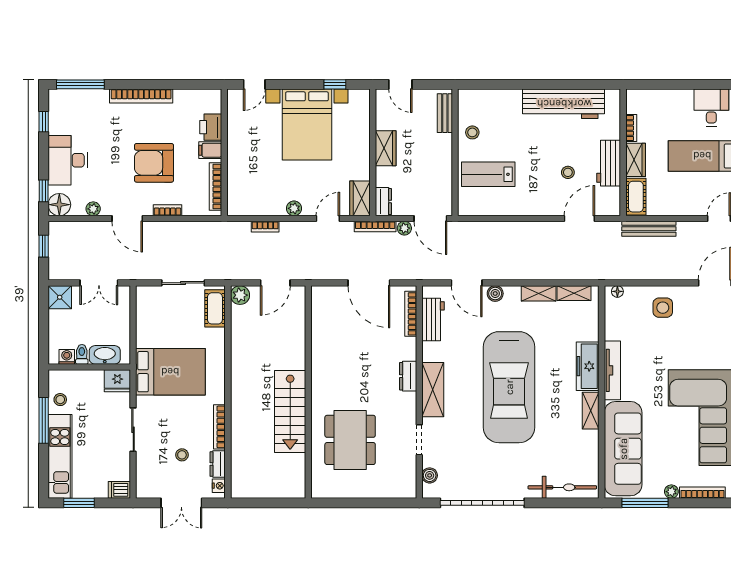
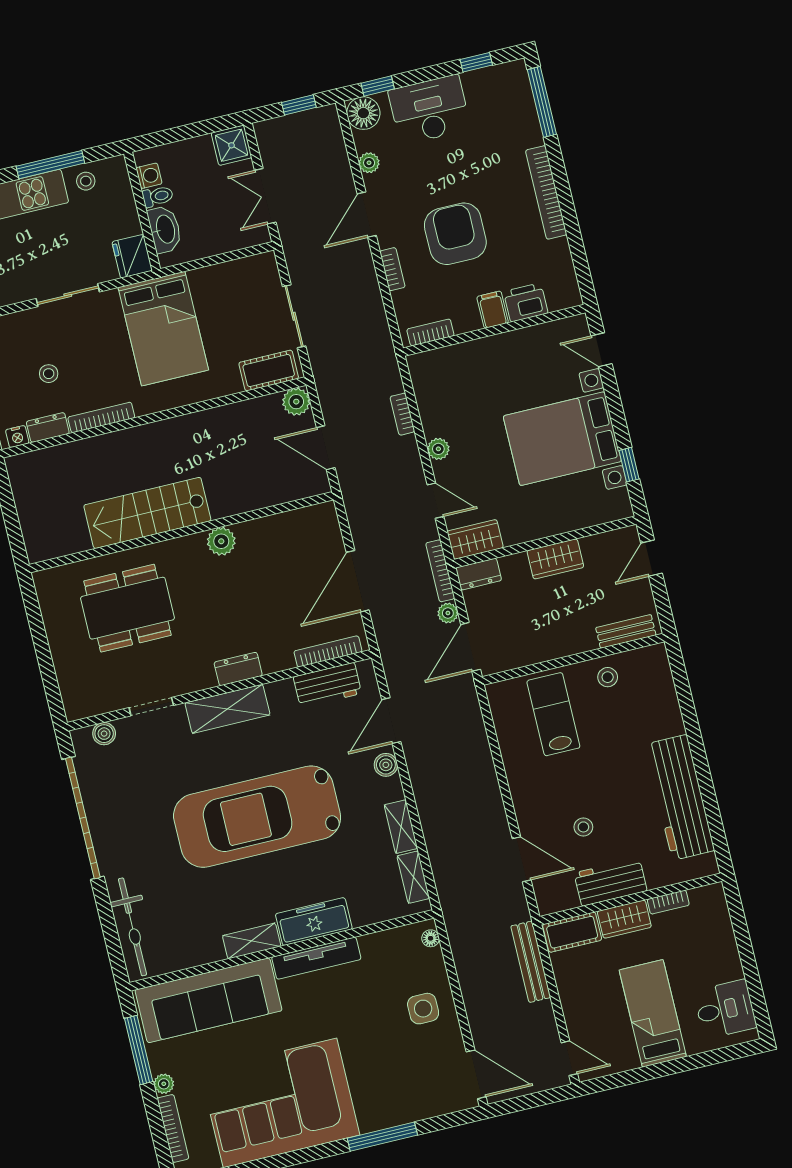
bookcase: (215, 186) -> (430, 332), width x0.64
plant: (321, 367) -> (221, 541), added

